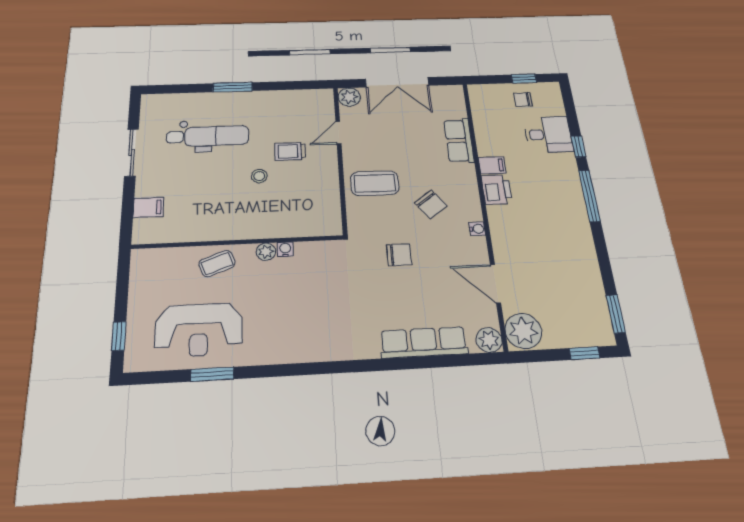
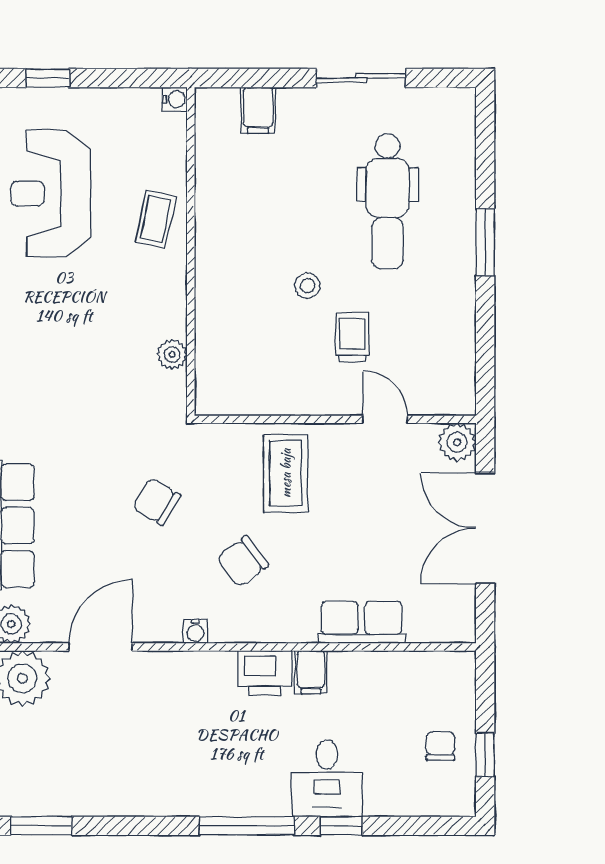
desk: (548, 134) -> (327, 778), moved
water cooler: (285, 249) -> (175, 99), moved
plant: (266, 252) -> (172, 354), moved
chair: (399, 255) -> (157, 502), turned 121
coffee table: (217, 264) -> (156, 219), turned 33

